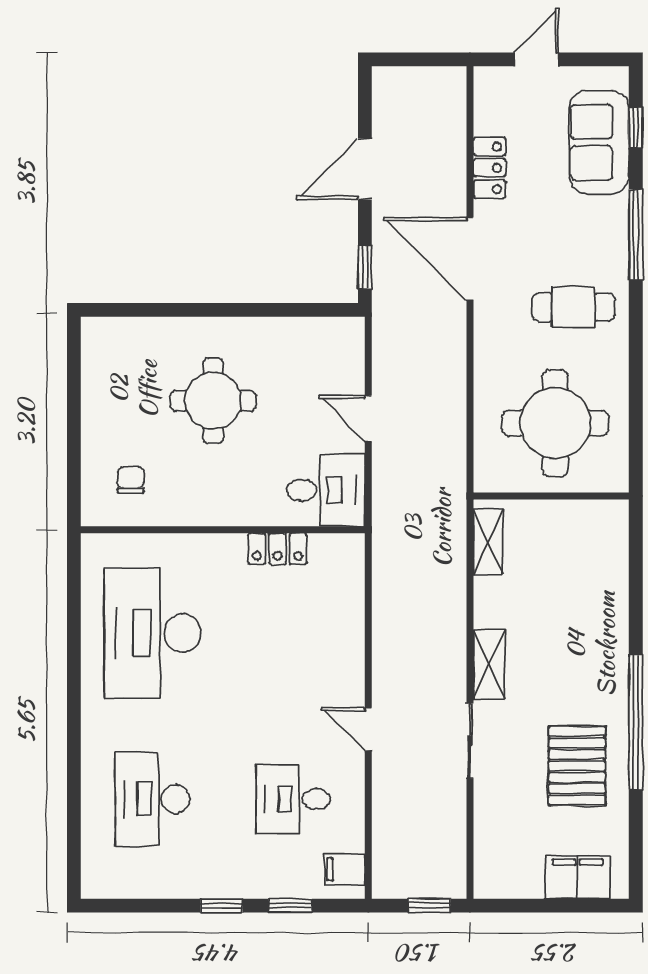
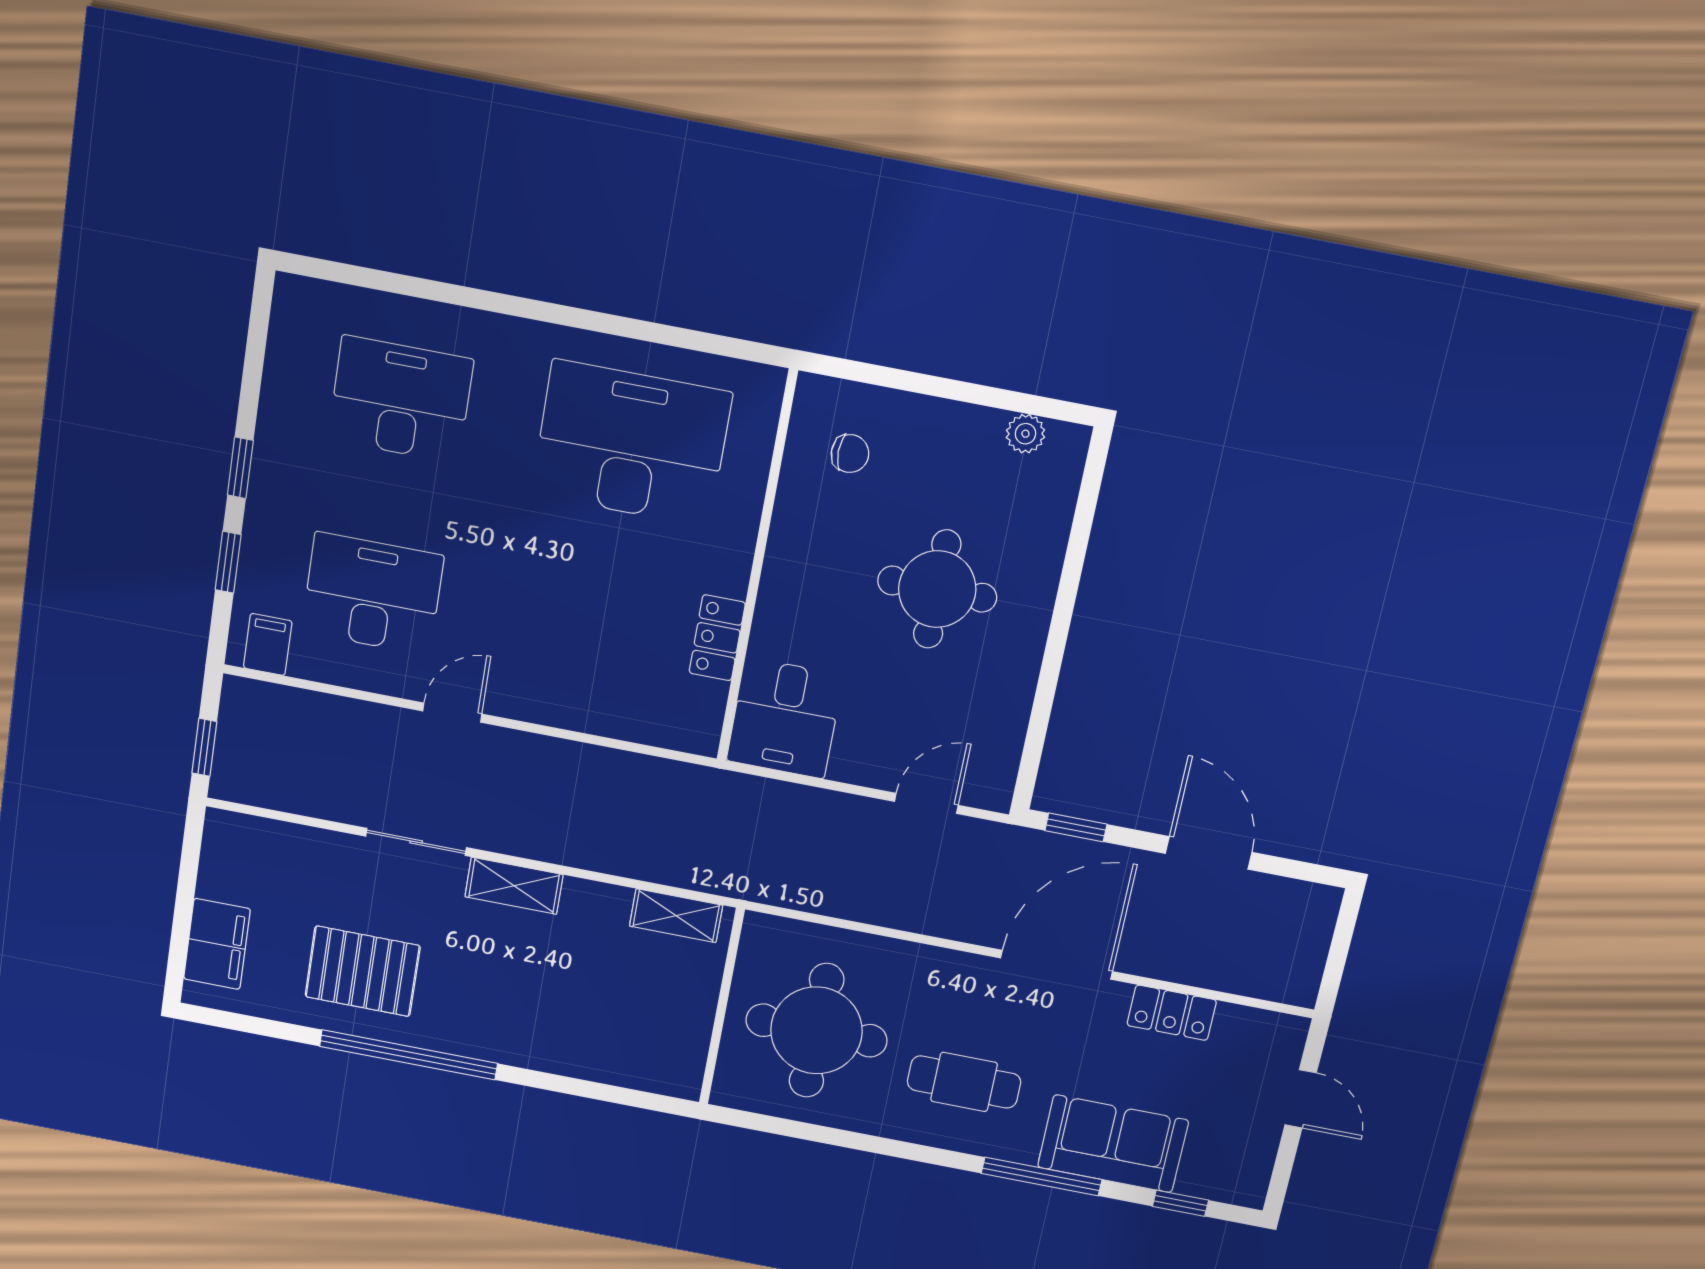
sofa: (599, 142) -> (1113, 1144), moved
cafe table: (573, 307) -> (964, 1082), turned 90
plant: (94, 362) -> (1025, 434), added
door: (368, 418) -> (926, 803), moved
desk: (293, 799) -> (373, 594), width x1.37

